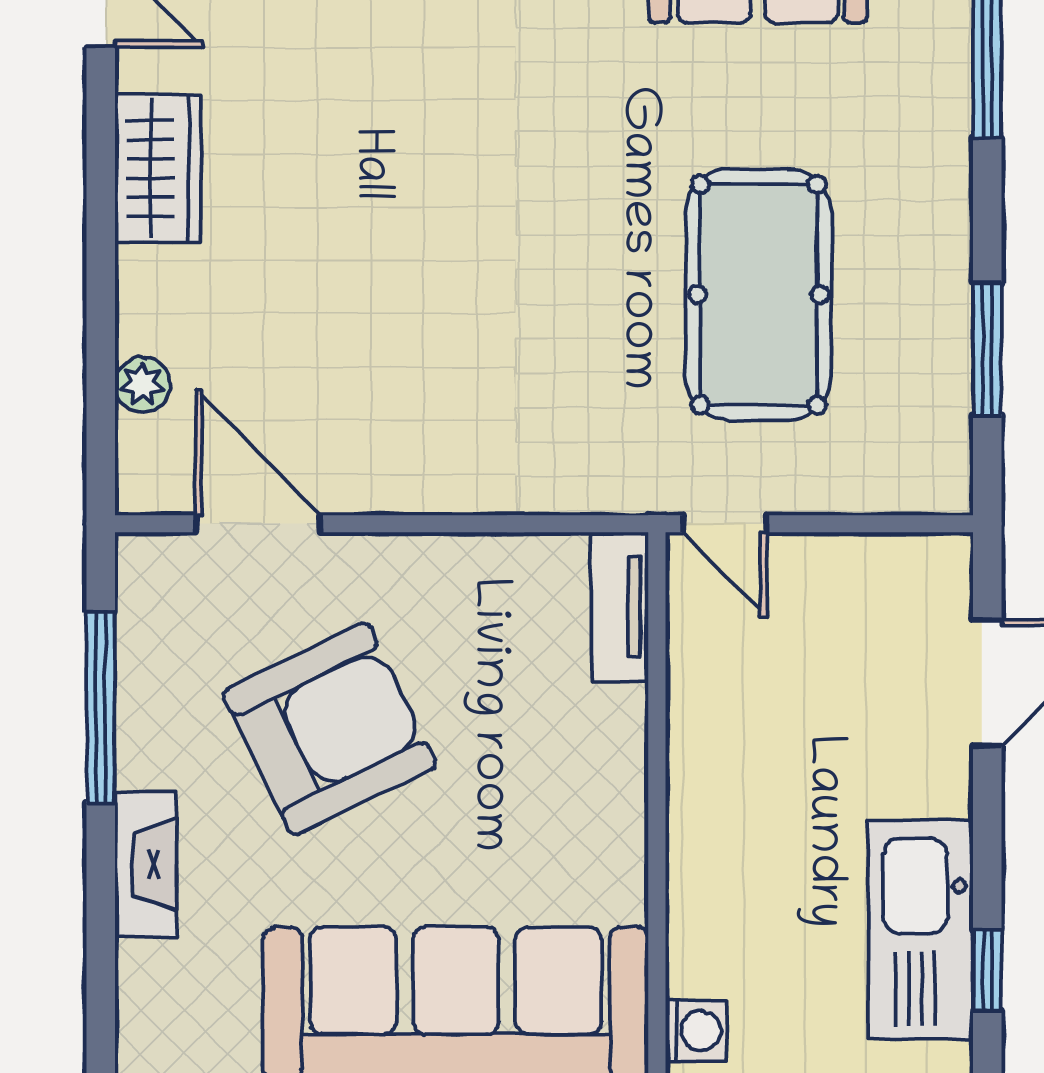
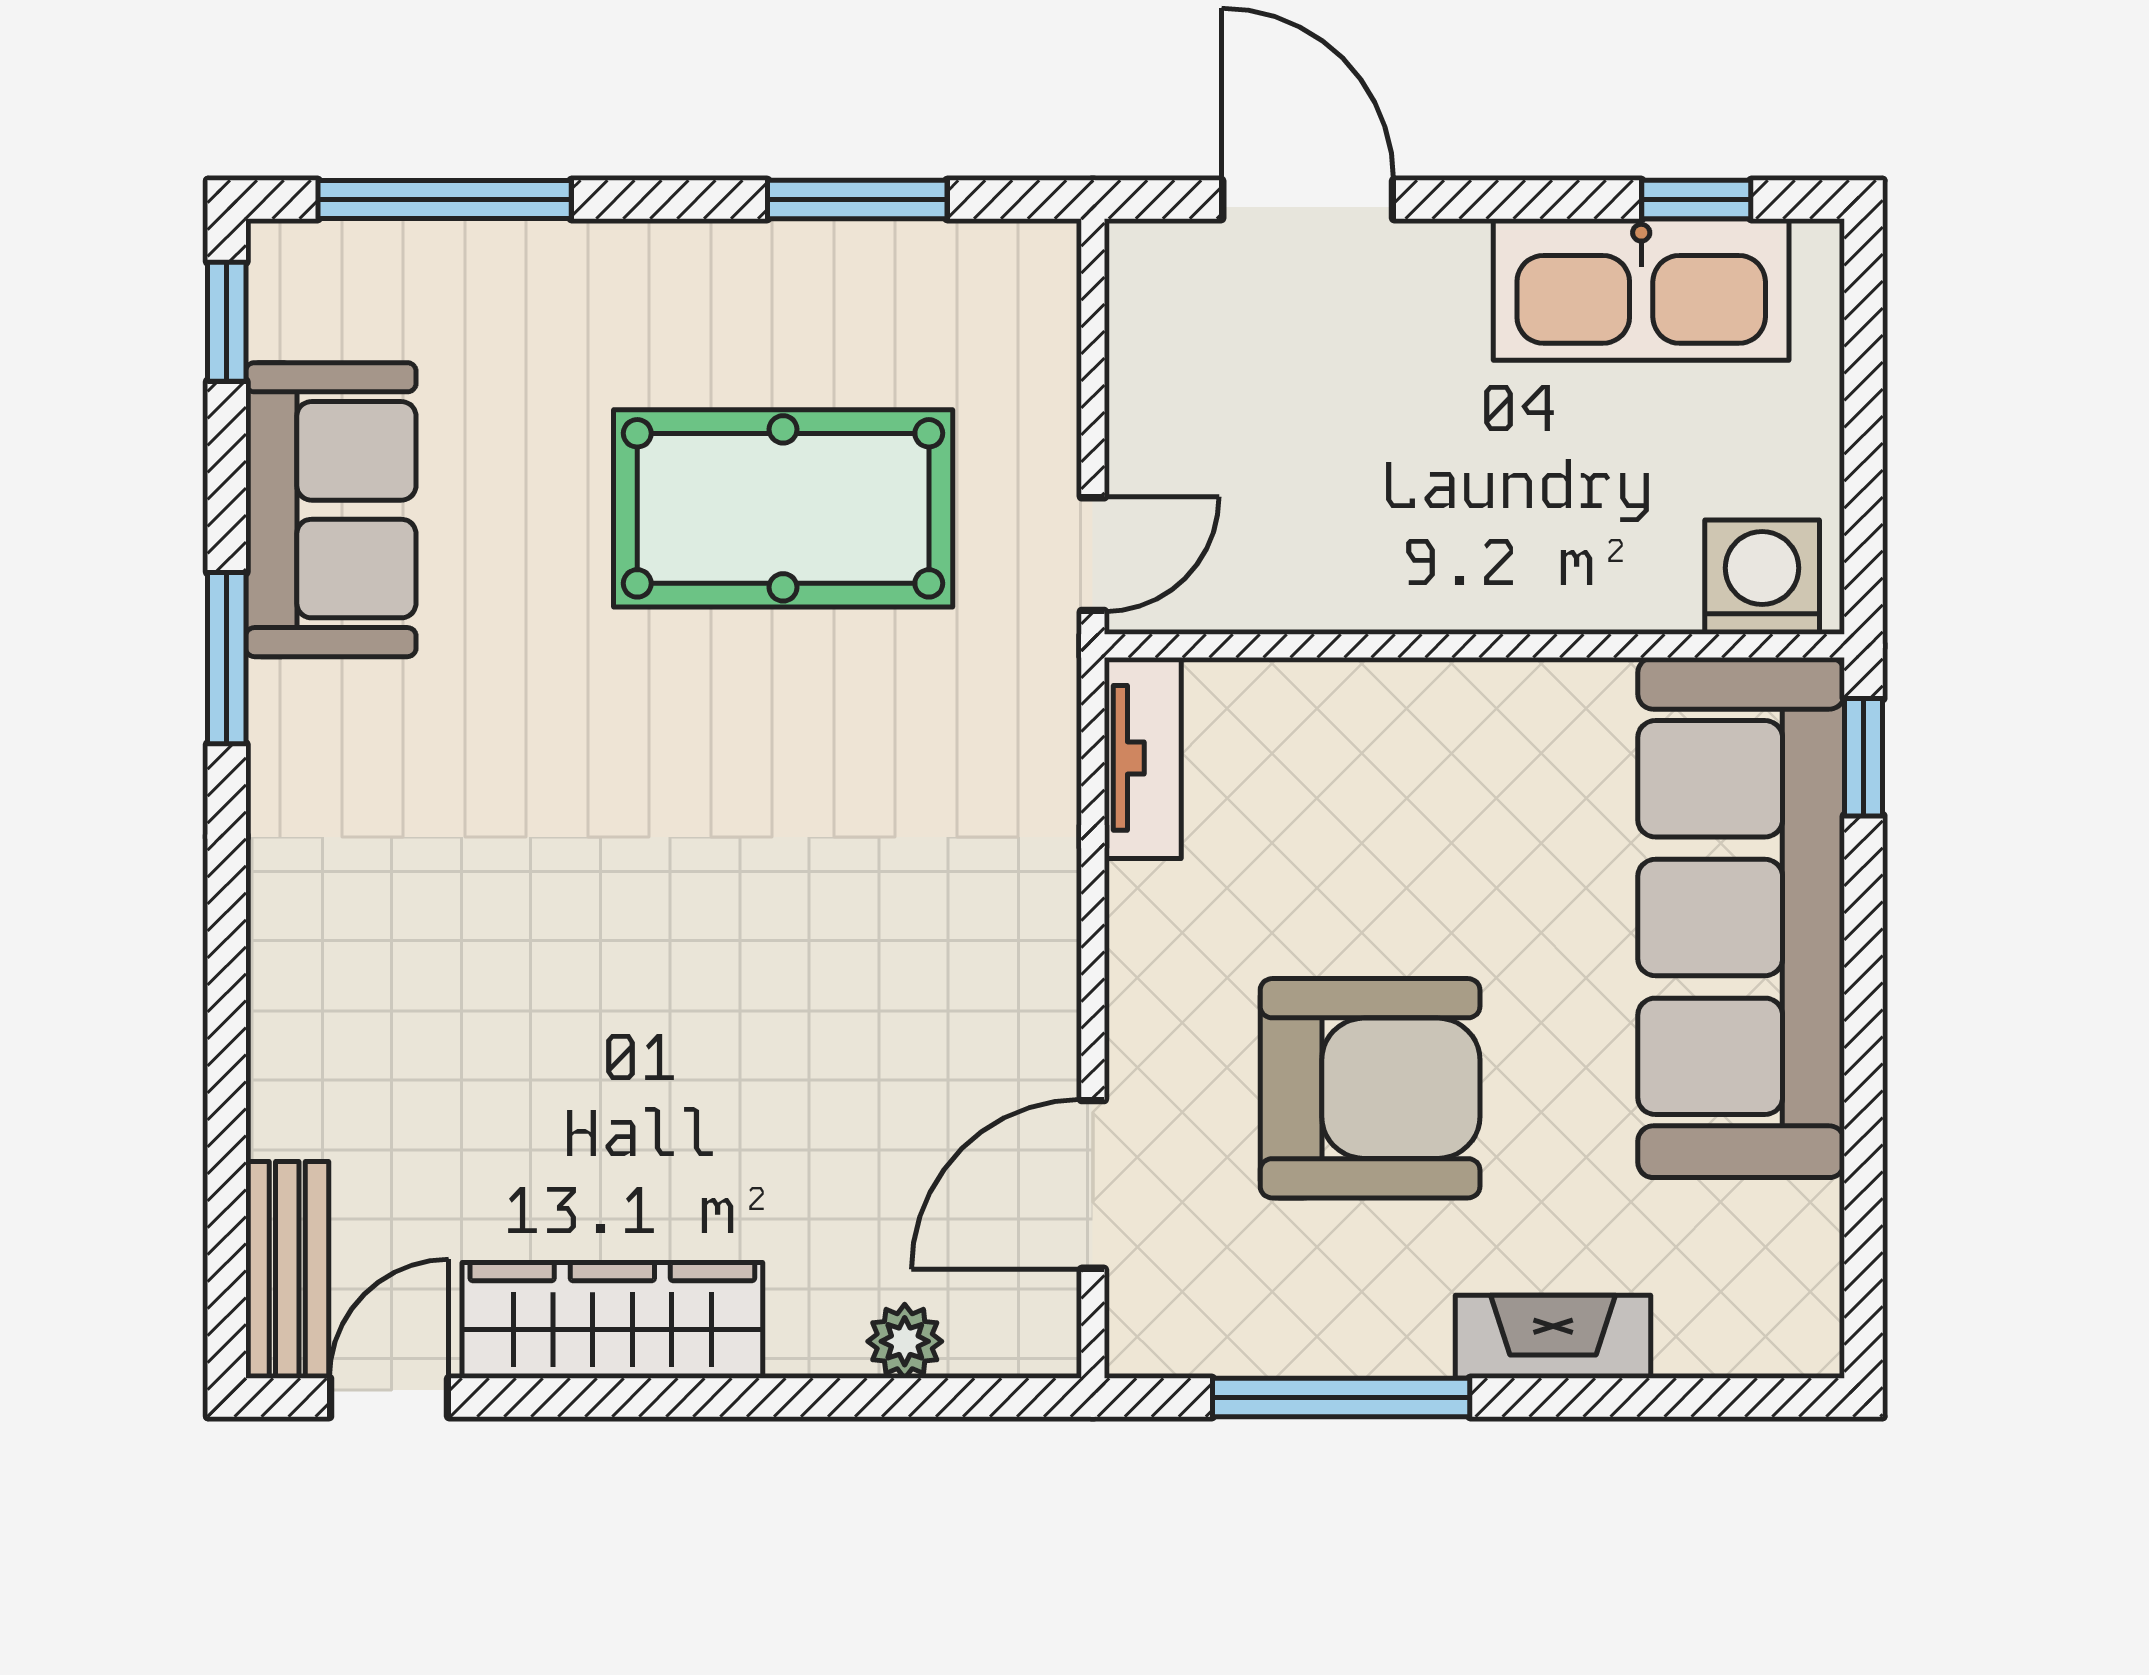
wardrobe: (158, 168) -> (612, 1320), width x1.50
tv unit: (620, 607) -> (1143, 758), moved, turned -90
armchair: (330, 729) -> (1370, 1088), turned 116
washing machine: (696, 1031) -> (1762, 577), width x1.38, depth x1.38

